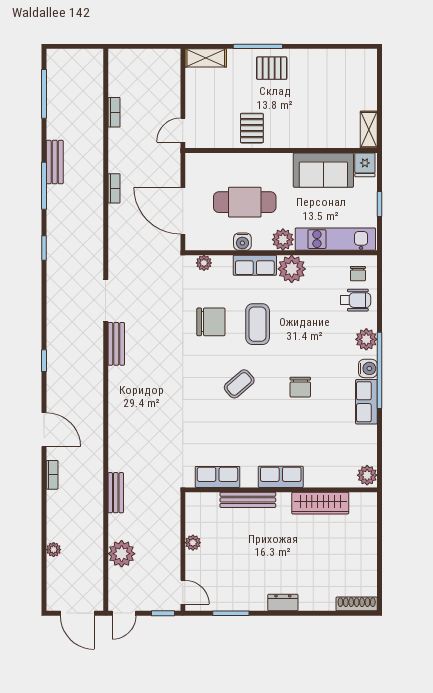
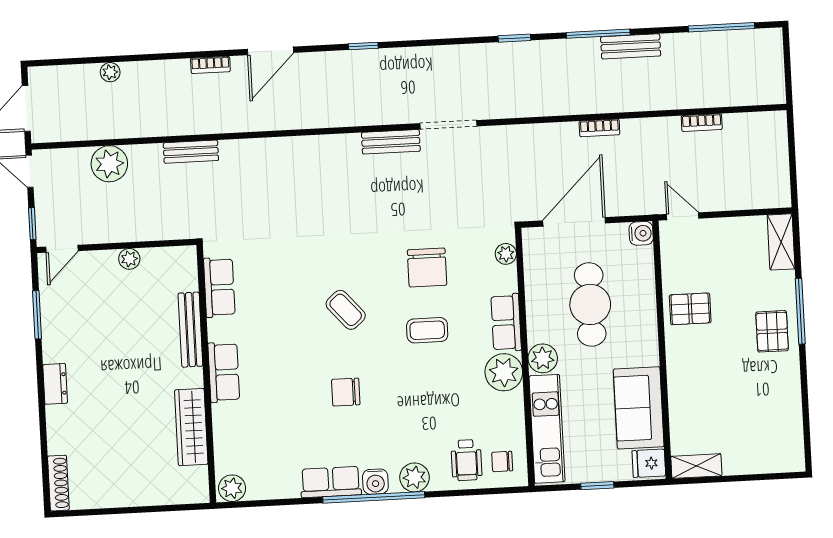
water cooler: (242, 242) -> (641, 233), moved, turned 180
coffee table: (258, 324) -> (427, 330), width x0.73, depth x0.77

